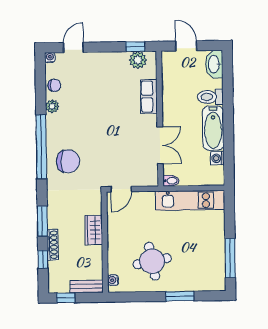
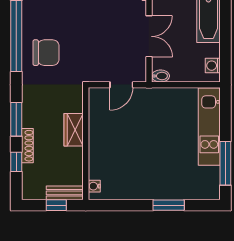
washing machine: (217, 158) -> (213, 66), moved
door: (121, 189) -> (121, 85), moved
kitchen unit: (190, 200) -> (209, 127), moved, turned 90
round table: (152, 261) -> (138, 166), removed
window: (66, 298) -> (56, 205), moved

